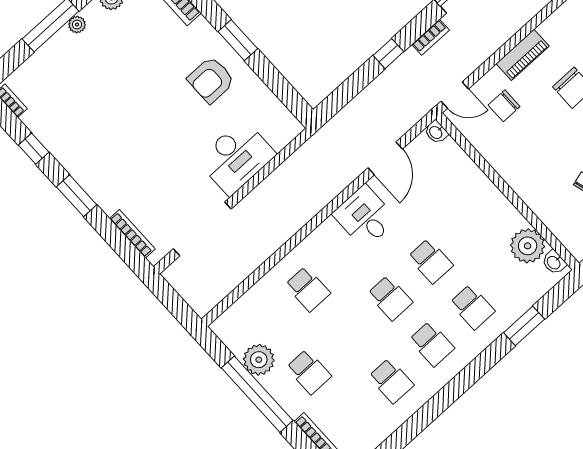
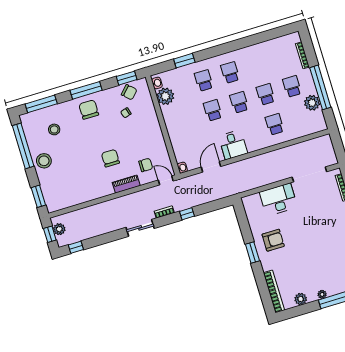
school desk: (391, 381) -> (266, 94), moved

